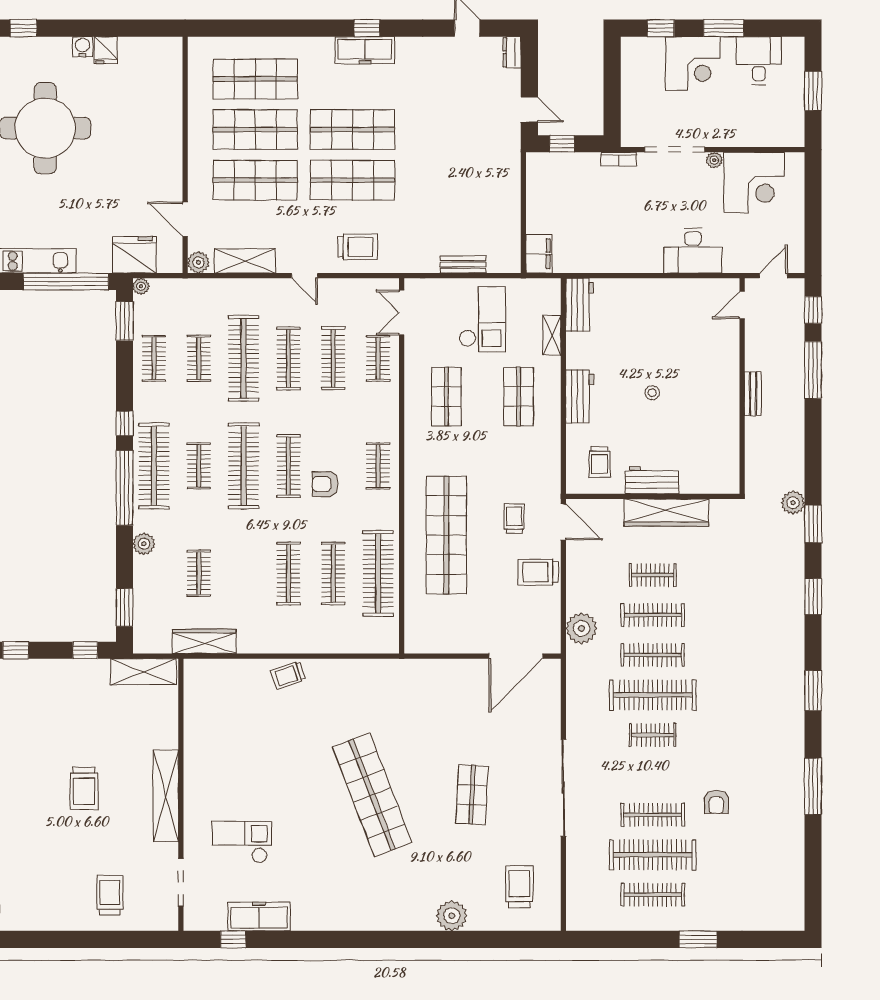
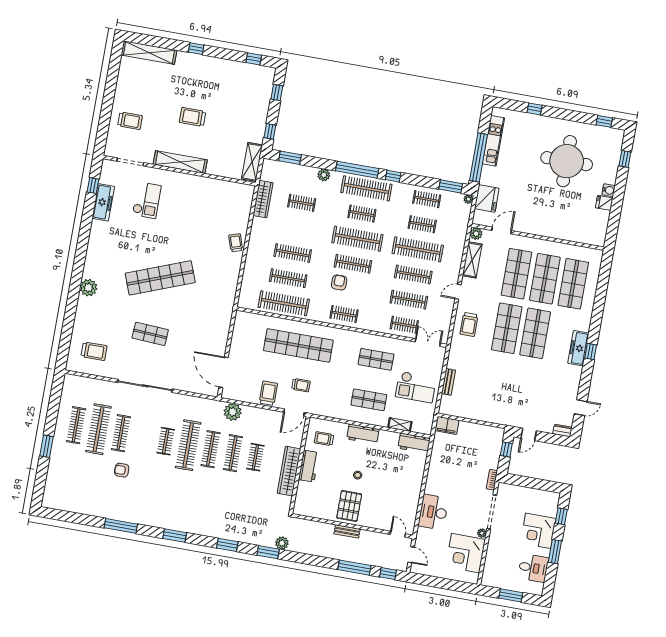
pallet: (708, 398) -> (349, 506), added
plant: (452, 916) -> (88, 288), moved

